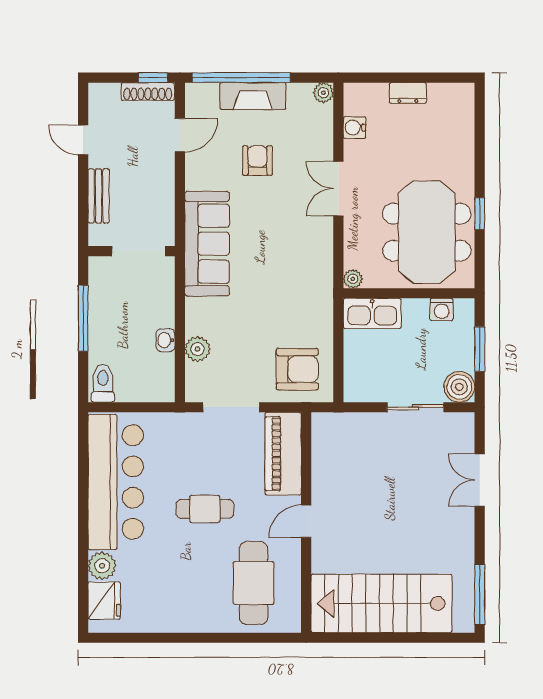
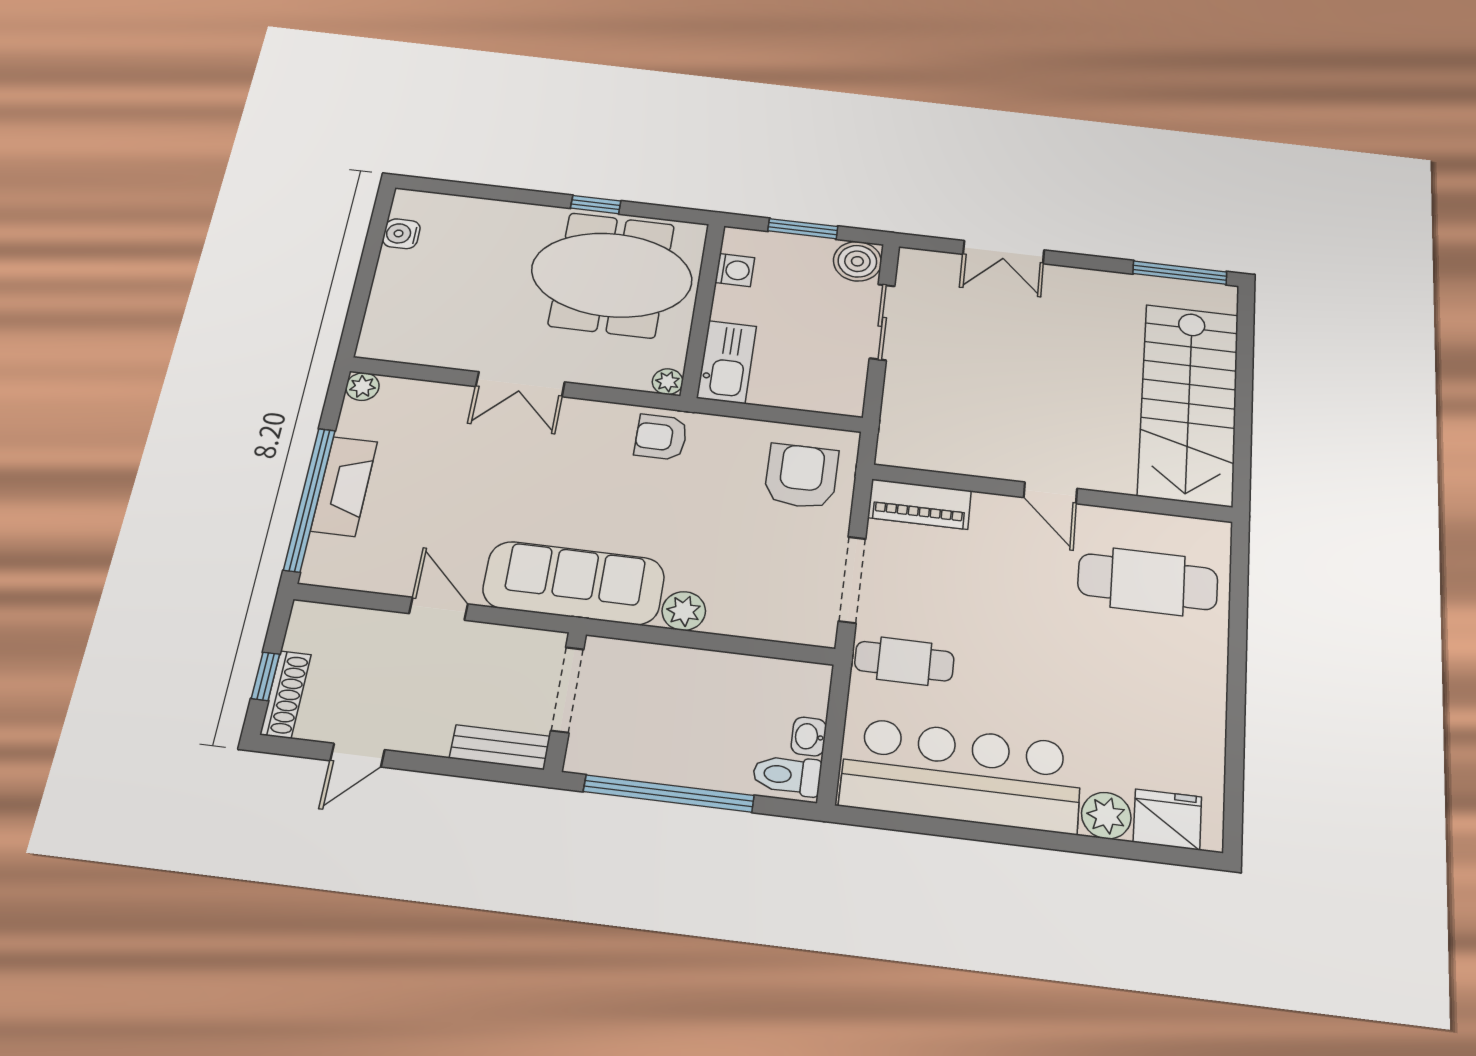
window: (153, 78) -> (265, 676), moved
shoe rack: (148, 92) -> (286, 694), moved
dresser: (408, 93) -> (390, 274), removed
water cooler: (354, 128) -> (401, 234), moved, turned 90
door: (180, 135) -> (438, 609), moved
armchair: (257, 161) -> (661, 437), moved
bench: (98, 196) -> (500, 747), moved
window: (83, 318) -> (669, 793), width x1.46
washbasin: (165, 340) -> (809, 737), moved, turned 90
plant: (197, 349) -> (684, 611), moved
piano: (283, 454) -> (920, 504), width x0.73, depth x0.75
cafe table: (205, 509) -> (904, 661), moved, turned 90

